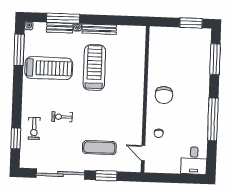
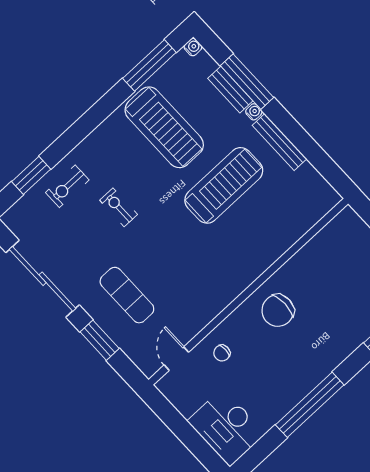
desk: (194, 161) -> (226, 427), width x1.37

